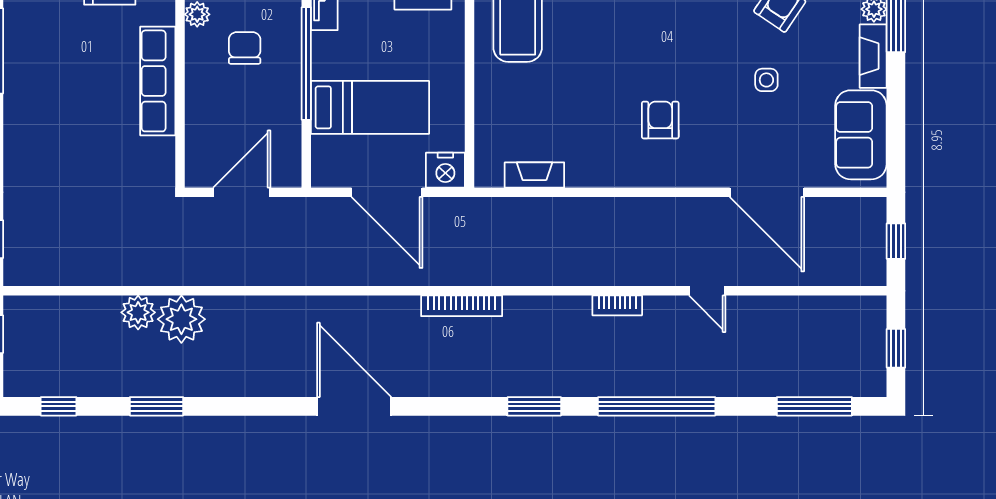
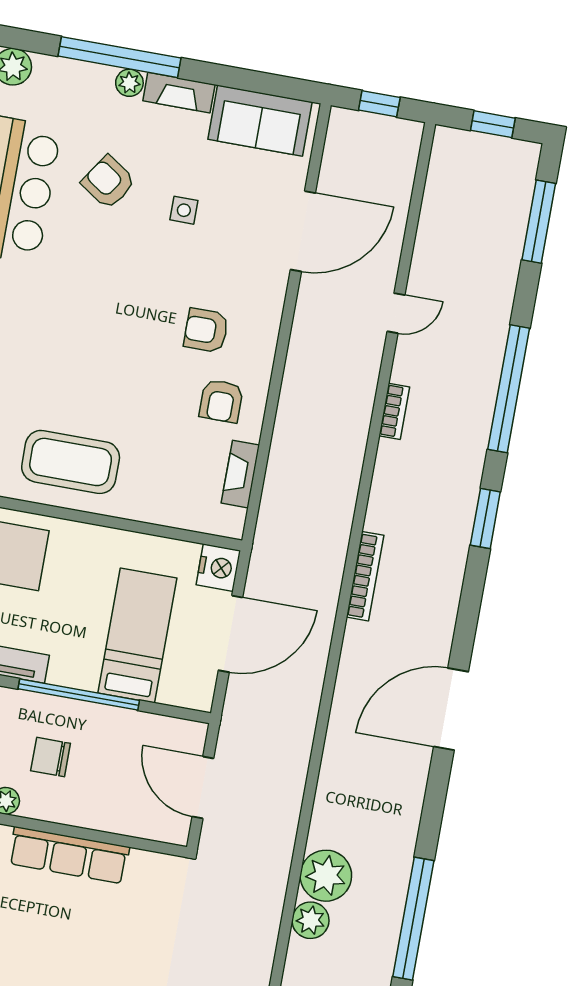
armchair: (598, 145) -> (221, 401), added
window: (157, 406) -> (413, 919), width x2.11

